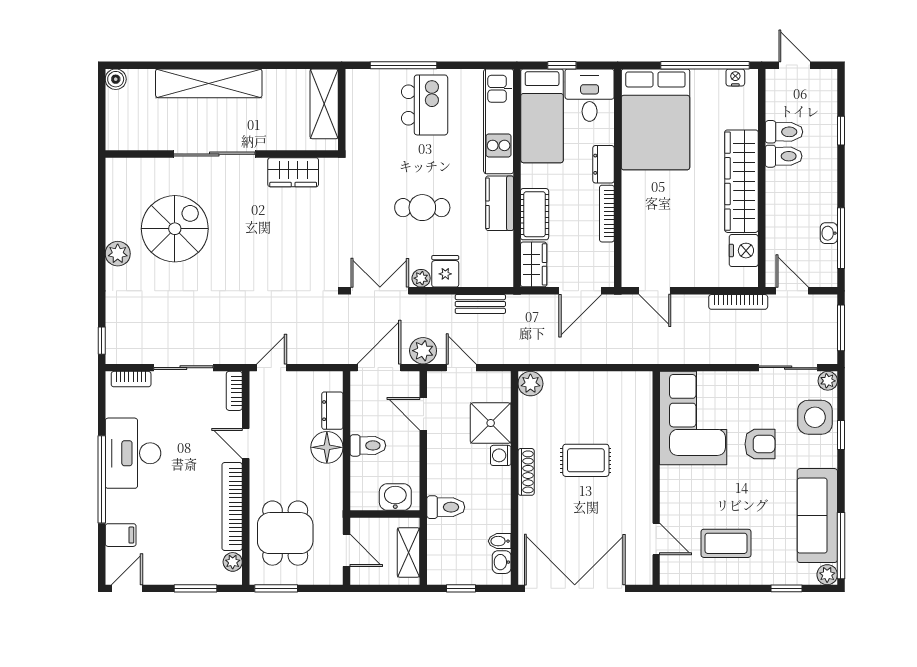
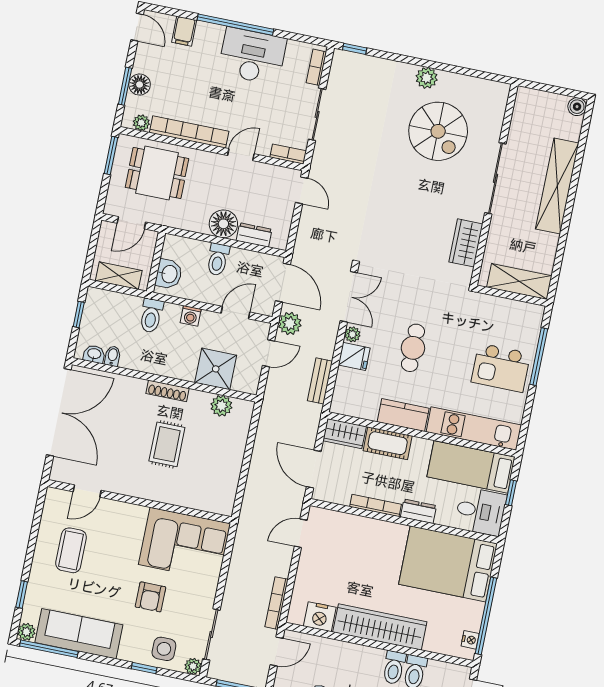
plant: (530, 384) -> (221, 406), moved
side table: (815, 417) -> (164, 649), width x0.73, depth x0.73
washing machine: (501, 455) -> (191, 316), moved, turned 180
floor lamp: (190, 573) -> (140, 85), added

